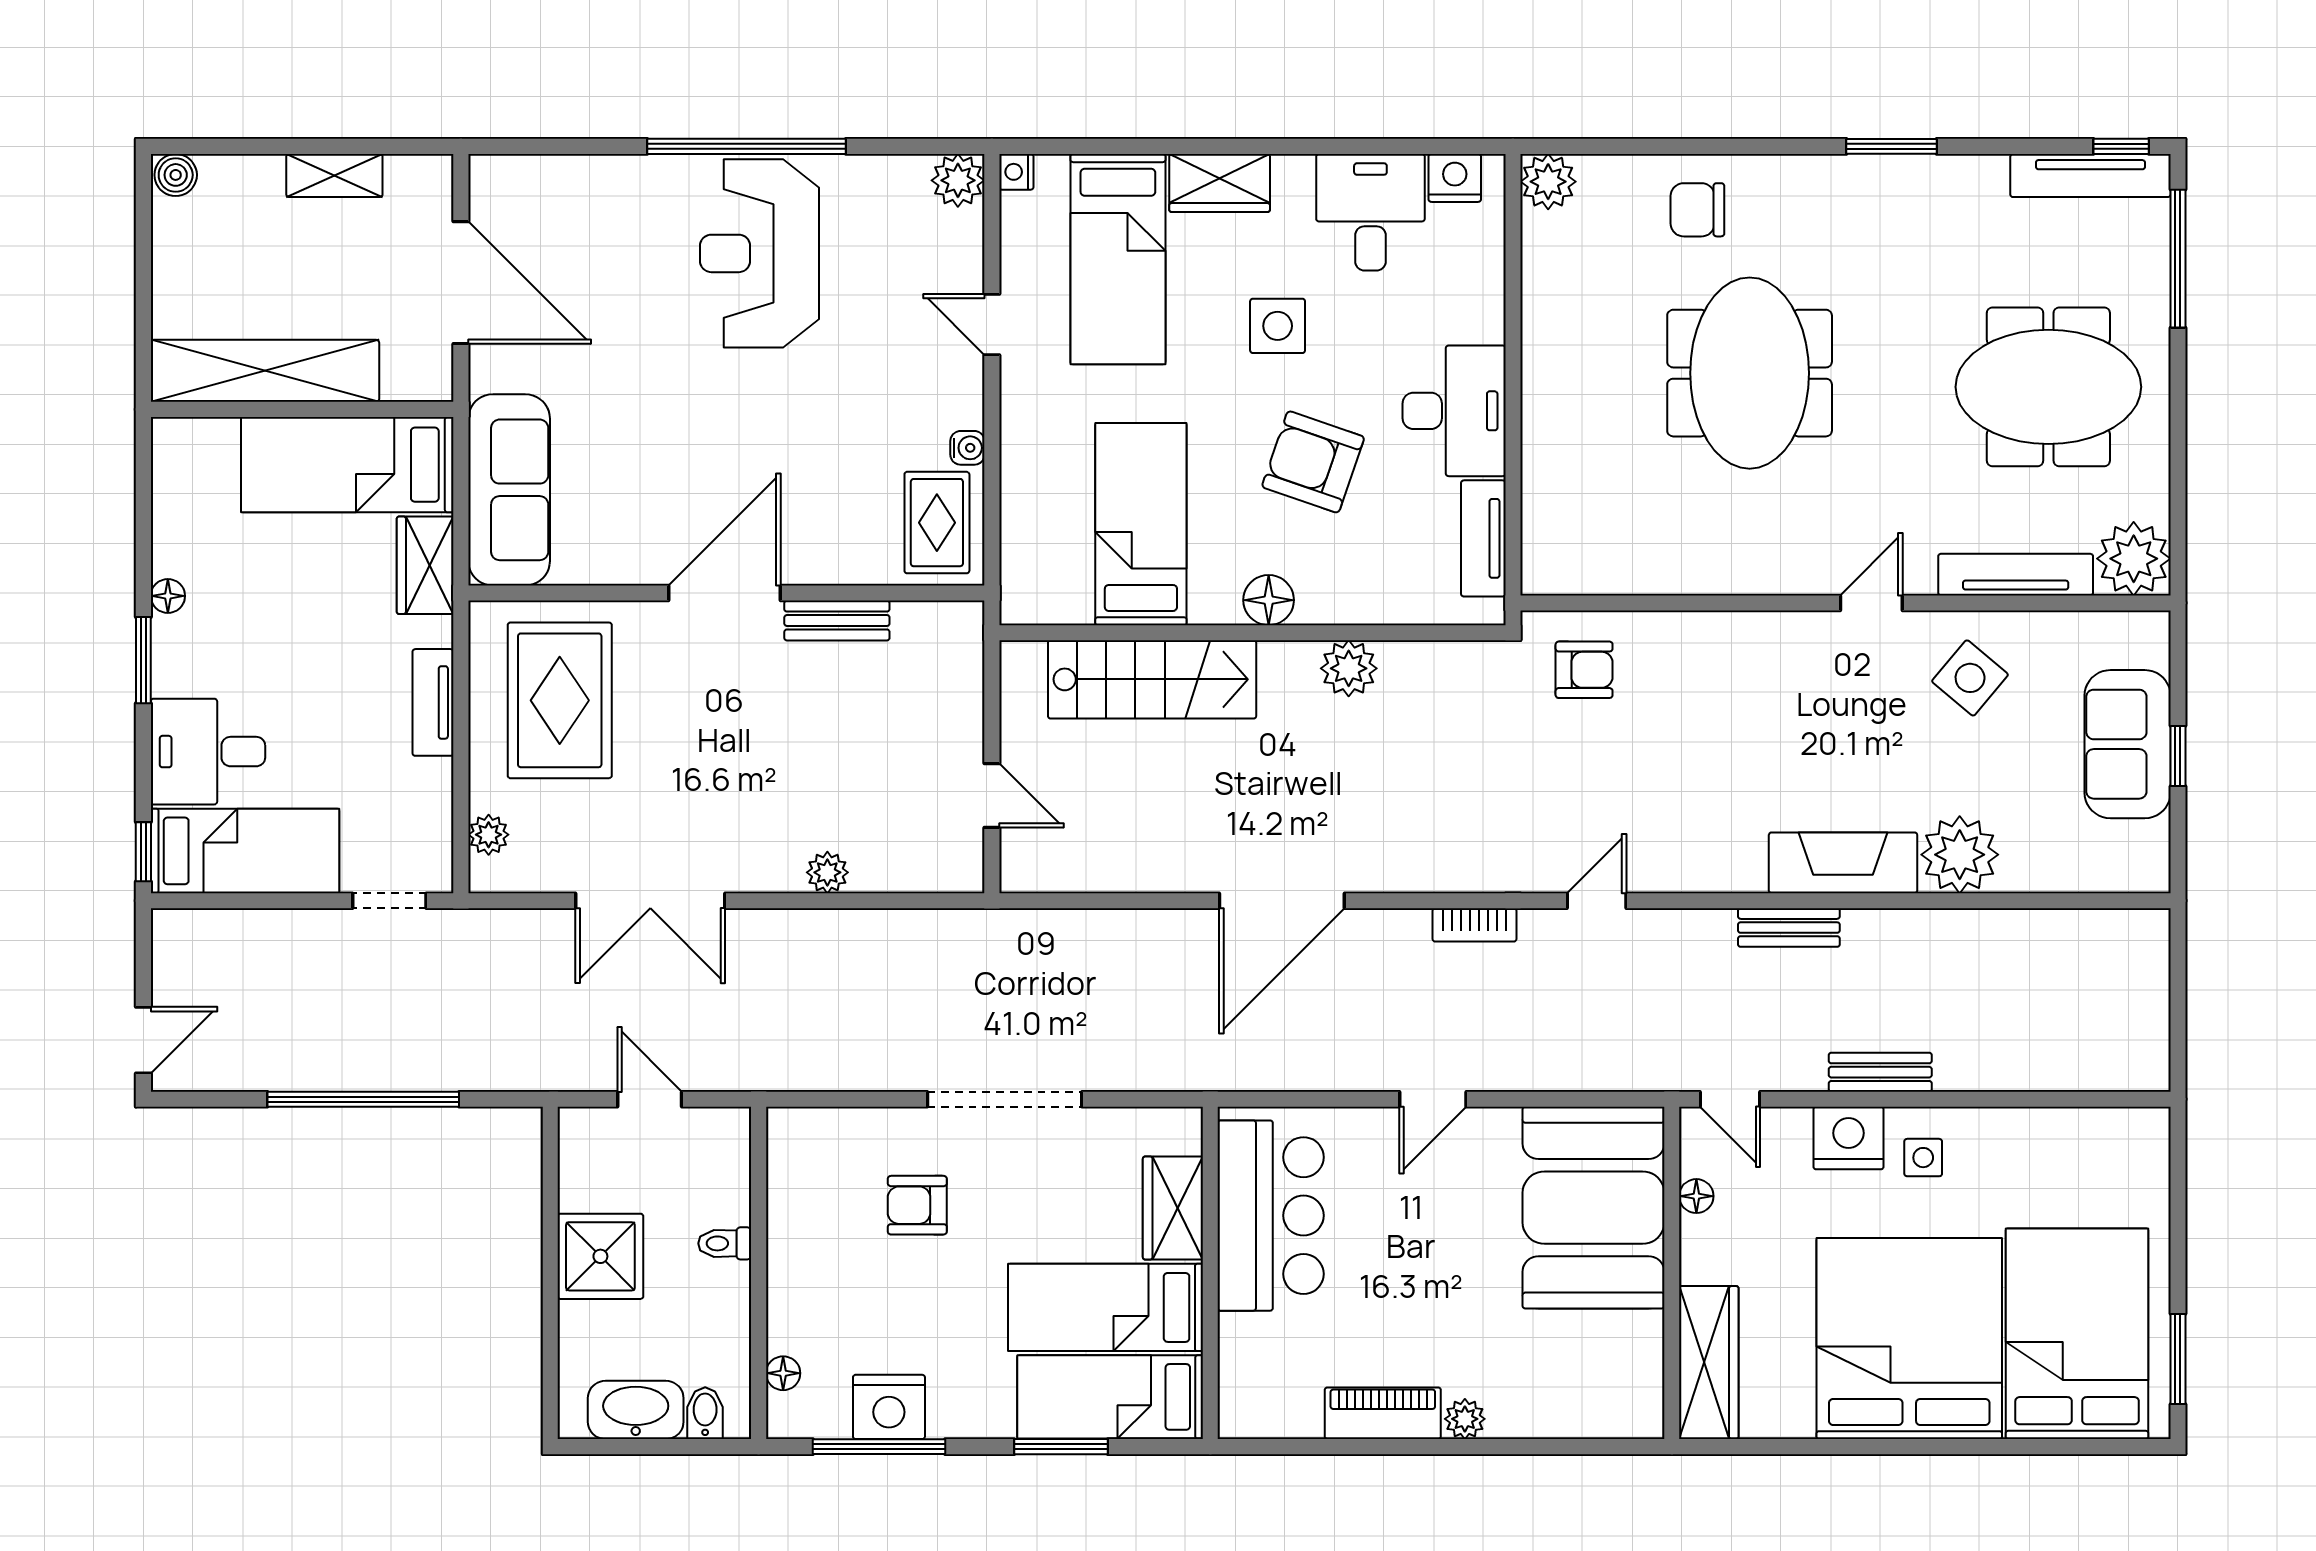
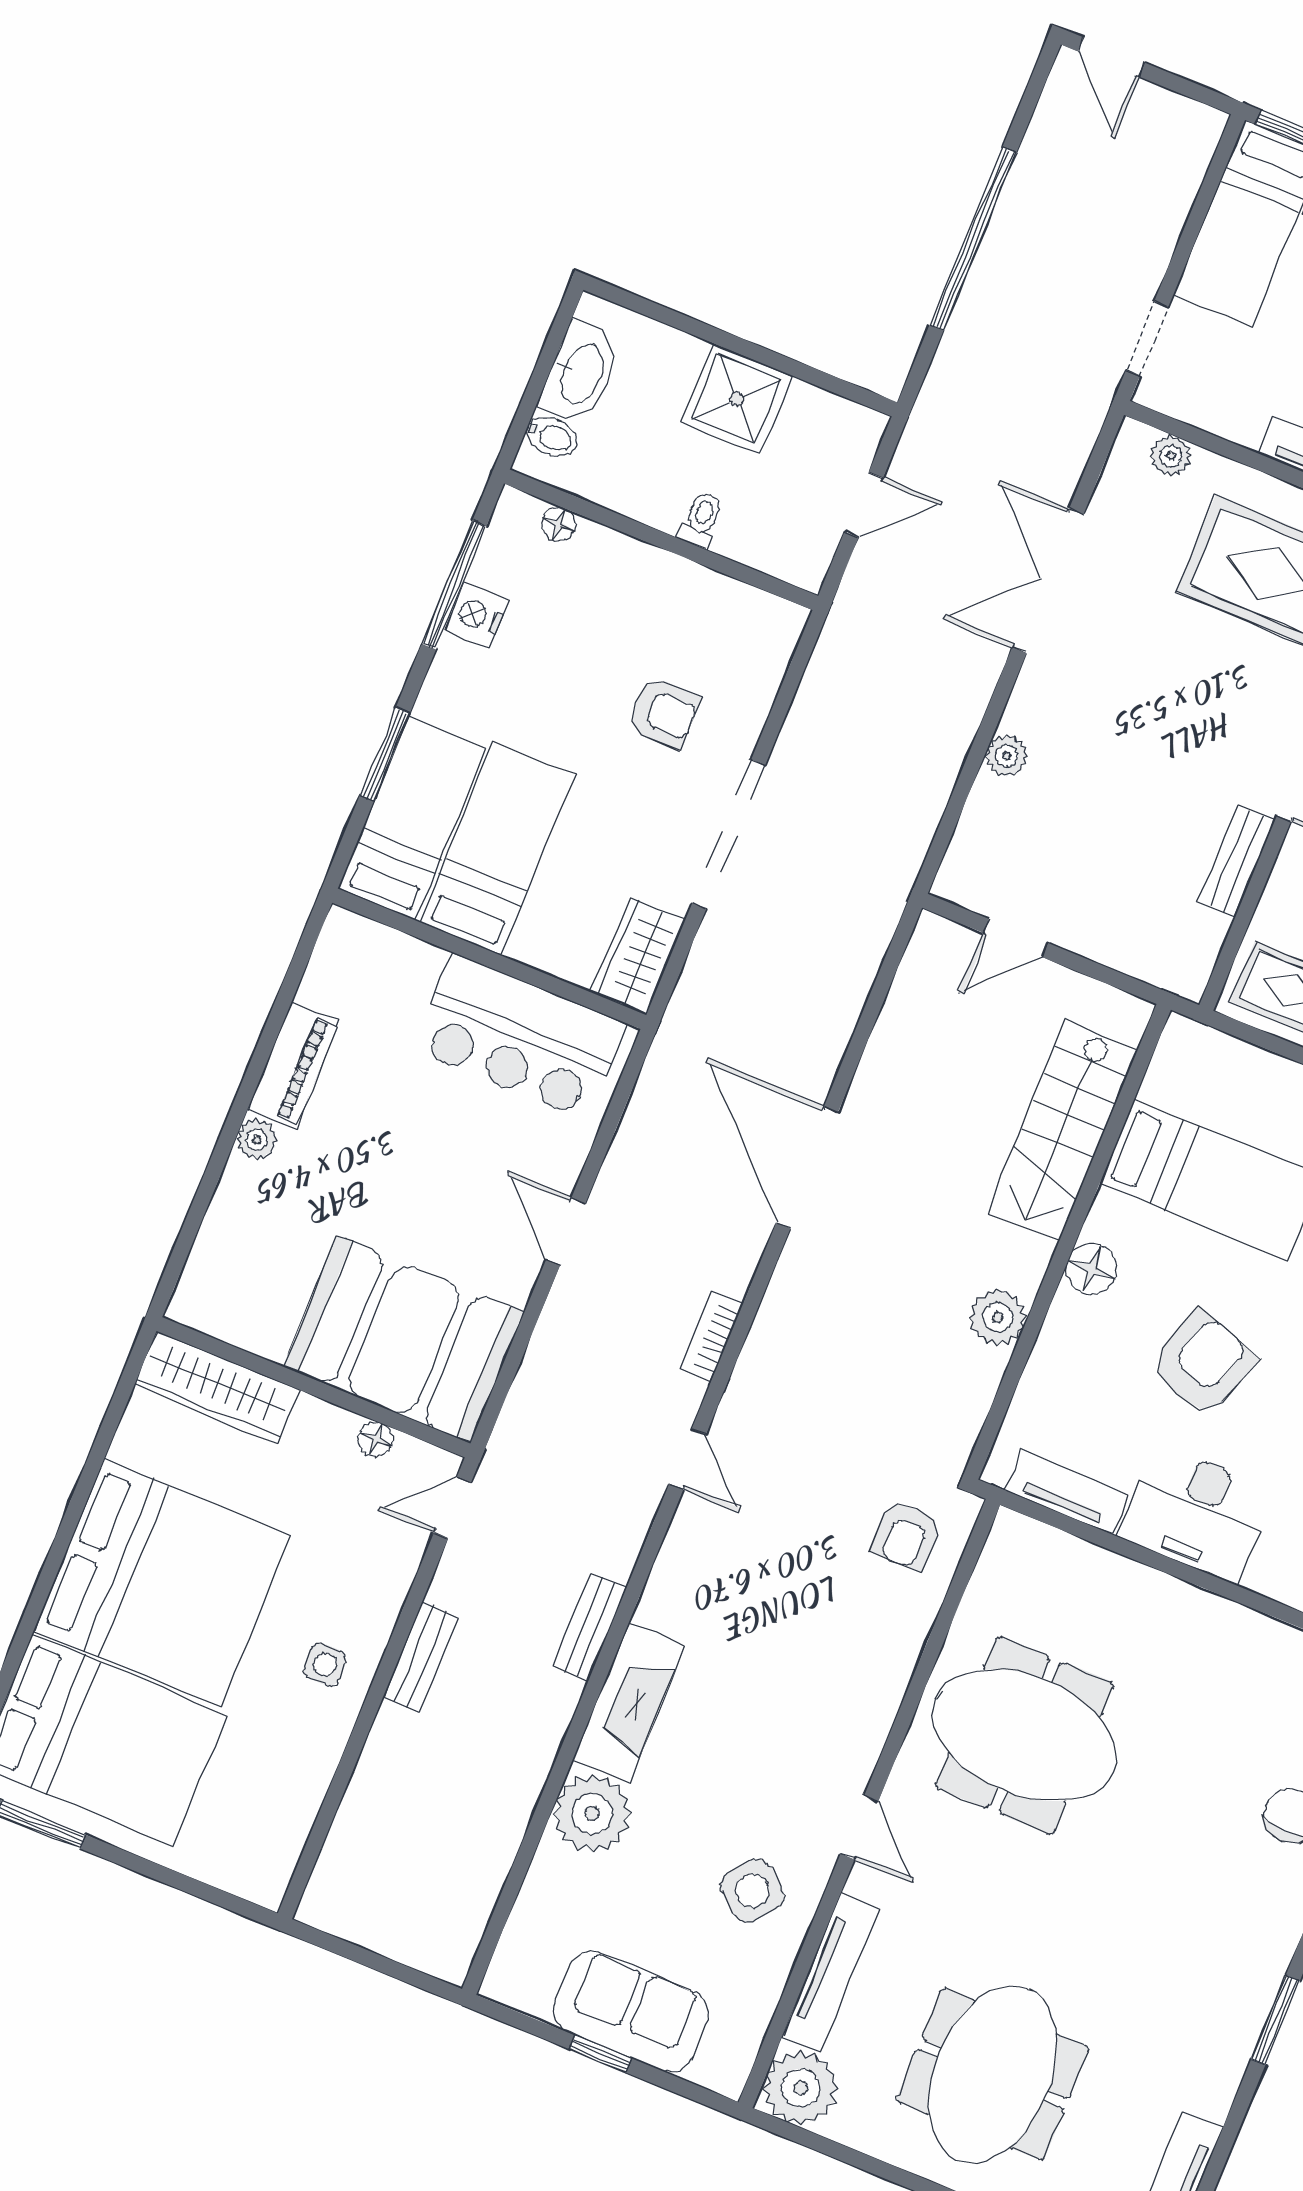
meeting table: (1750, 373) -> (1025, 1735), moved
nightstand: (1849, 1138) -> (371, 1603), removed
armchair: (917, 1205) -> (664, 713), turned 90
wardrobe: (1173, 1208) -> (638, 956), moved, turned -90
nightstand: (889, 1407) -> (476, 615), width x0.74, depth x0.75

